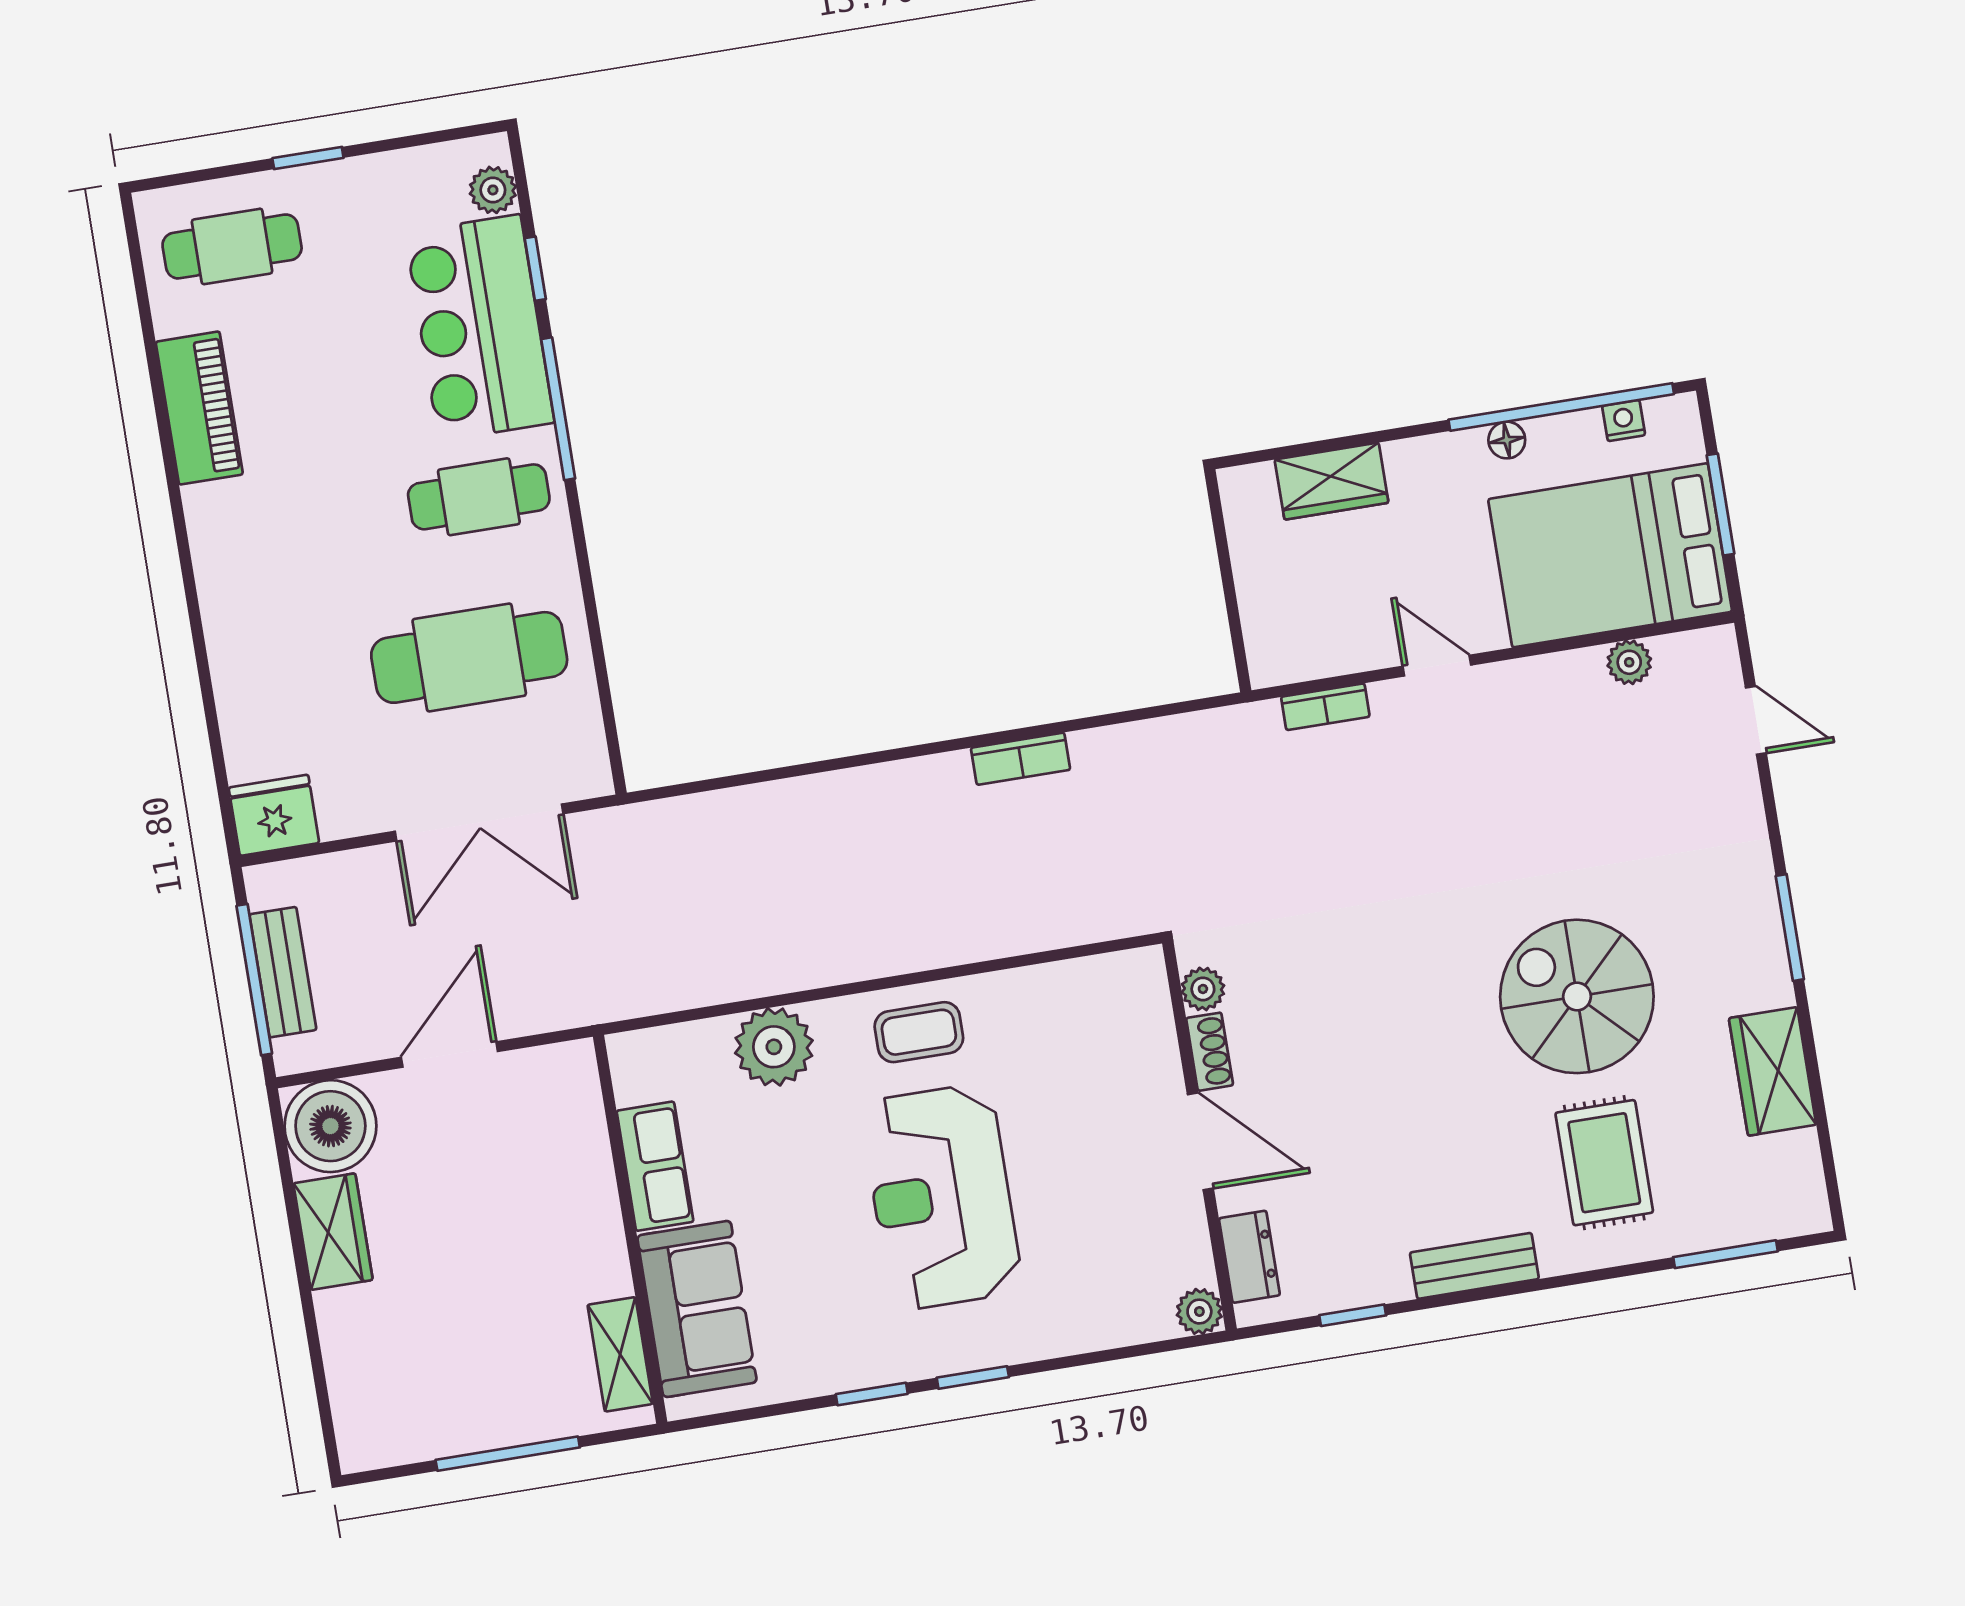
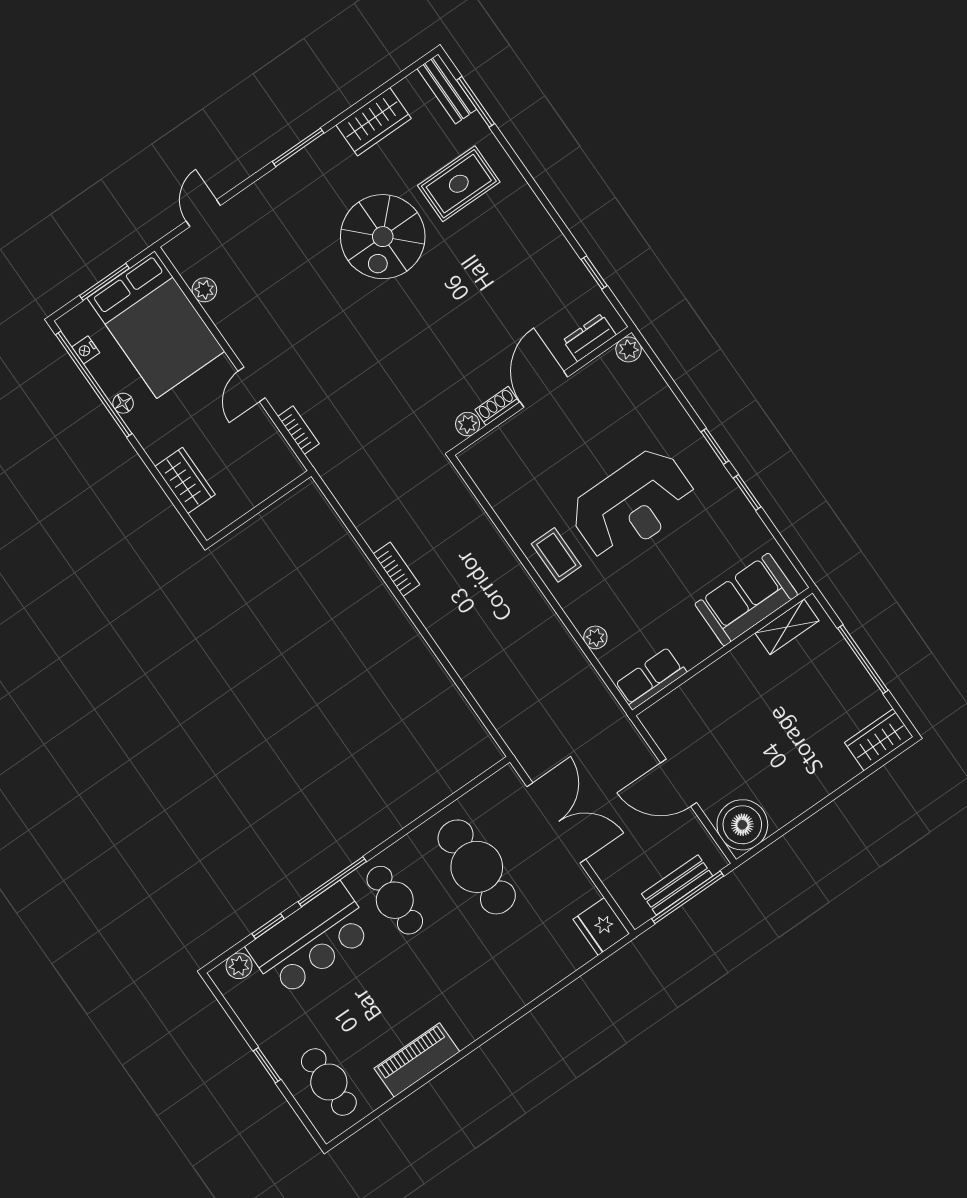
plant: (774, 1047) -> (595, 637), width x0.53, depth x0.53
row of seats: (655, 1166) -> (651, 678), moved
wardrobe: (333, 1232) -> (879, 740), moved
bench: (1474, 1266) -> (447, 89), moved

